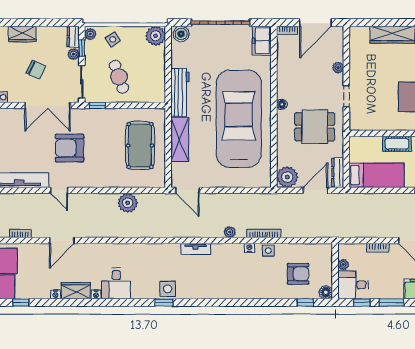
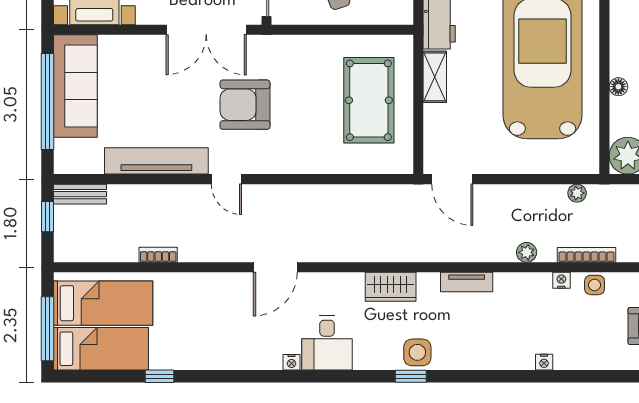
floor lamp: (282, 104) -> (618, 87), moved
window: (97, 105) -> (294, 30), removed
shelving: (180, 140) -> (435, 77), width x0.67, depth x0.75
plant: (128, 203) -> (577, 193), moved, width x0.53, depth x0.53
door: (62, 240) -> (275, 267), moved
wardrobe: (76, 291) -> (391, 287), moved, turned 180
nightstand: (56, 294) -> (544, 362), moved

